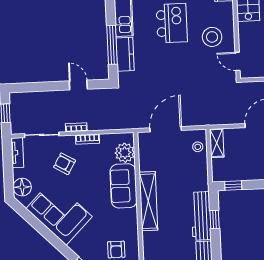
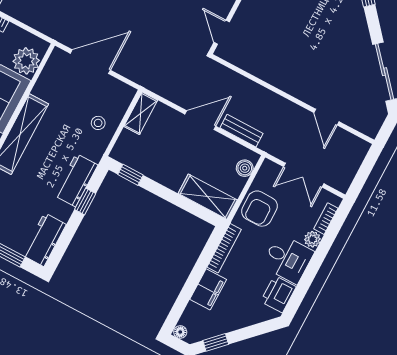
stool: (198, 147) -> (98, 123), moved
workbench: (201, 216) -> (76, 180), width x0.73

